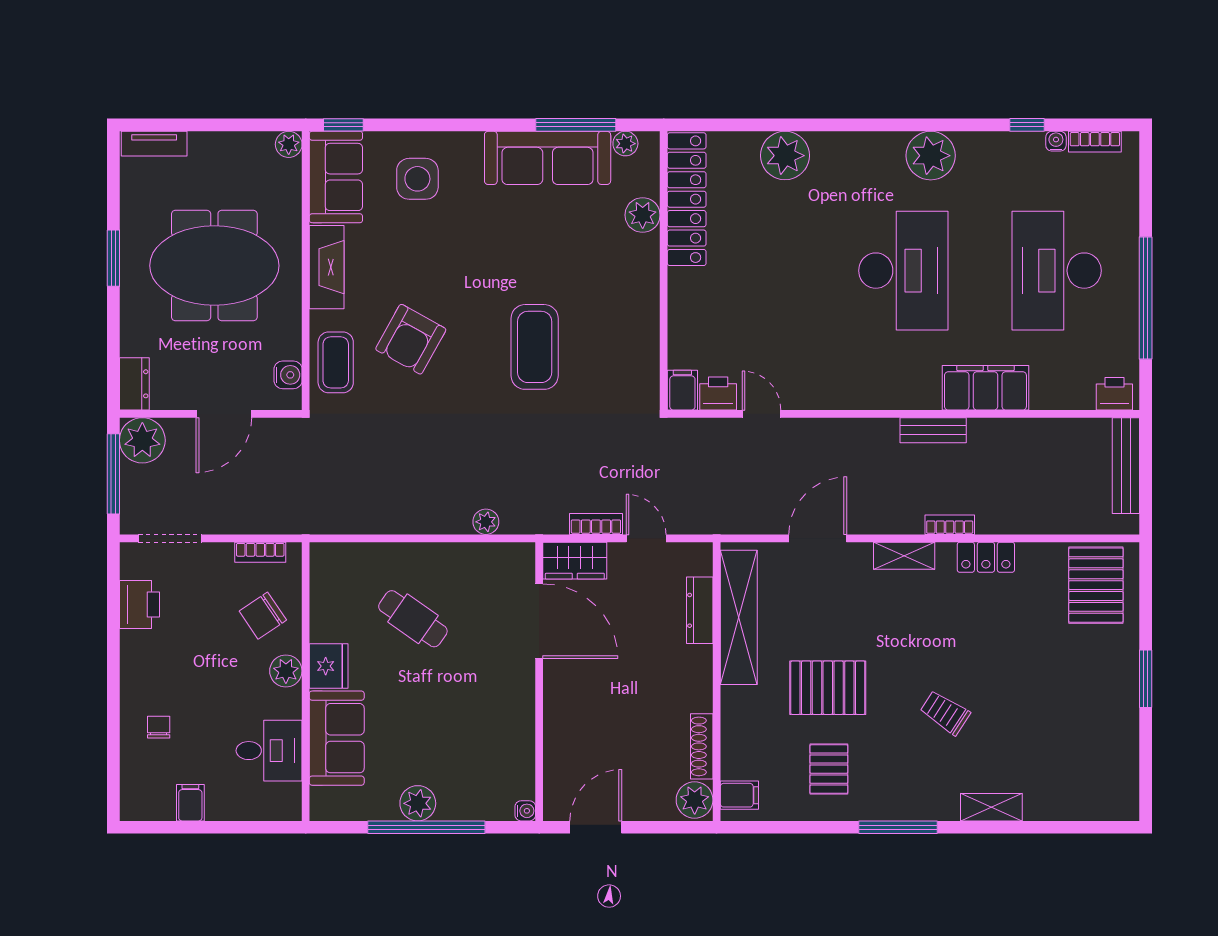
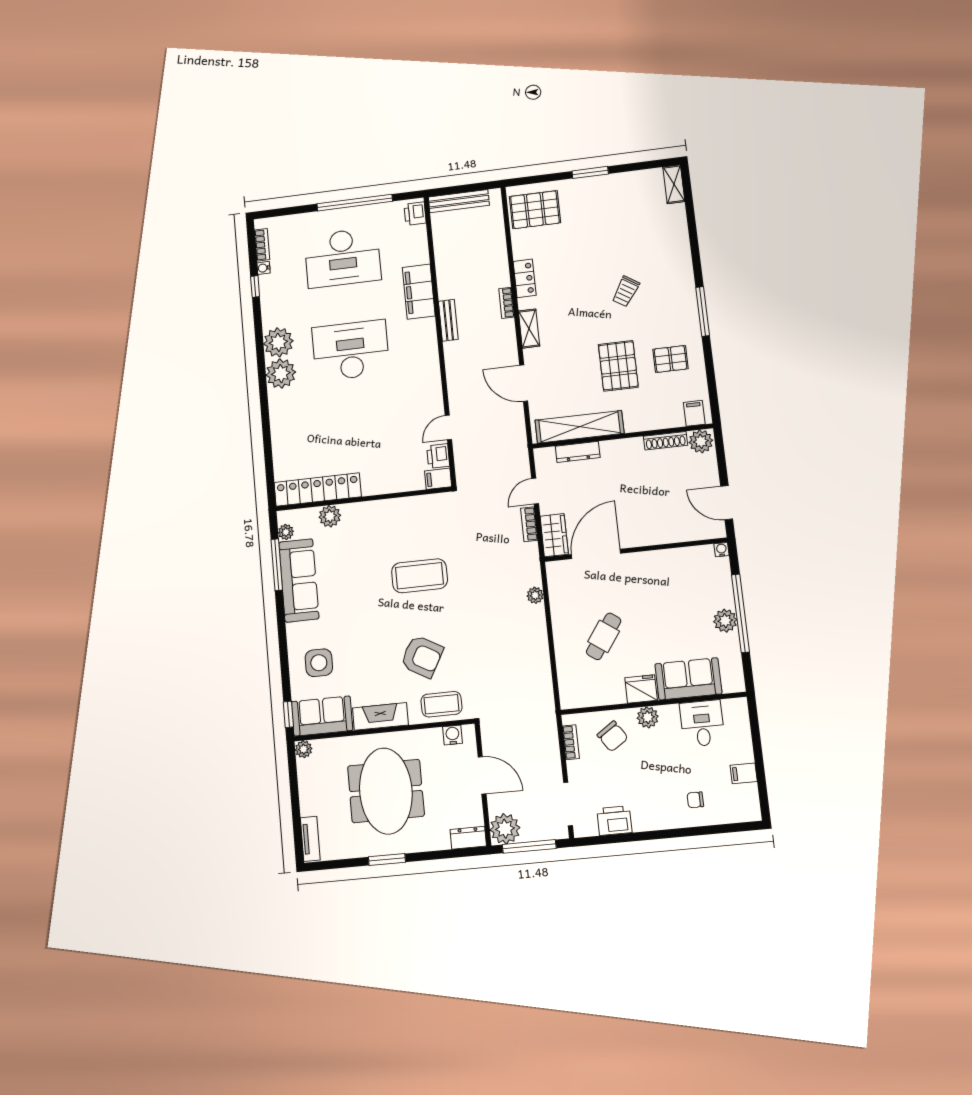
plant: (785, 156) -> (281, 374), moved
shelving: (991, 807) -> (674, 184), moved

